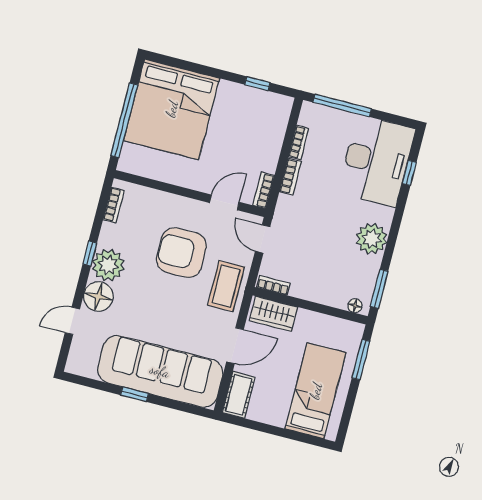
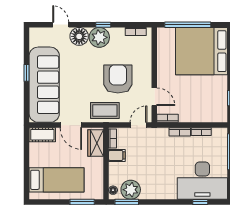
plant: (372, 239) -> (131, 190), moved
filing cabinet: (302, 285) -> (117, 155), added

